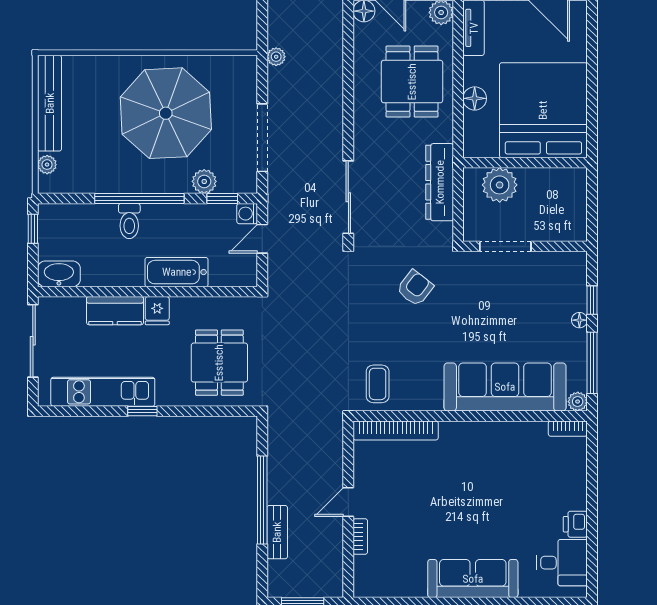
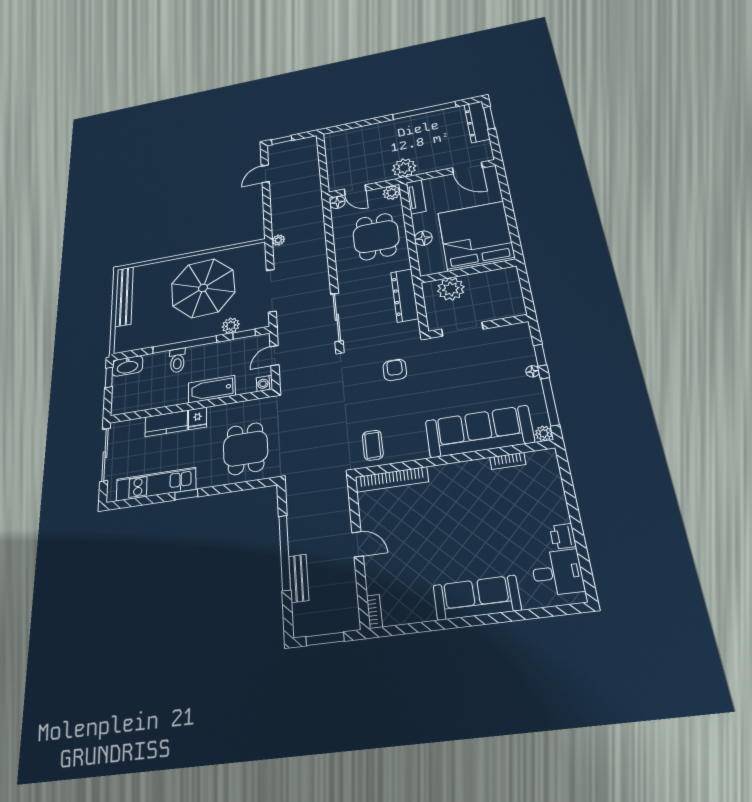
plant: (47, 165) -> (121, 334), removed
washing machine: (247, 214) -> (264, 383), moved
washbasin: (59, 274) -> (128, 366), moved, turned 180
armchair: (415, 288) -> (395, 370), turned -38
bookcase: (568, 429) -> (508, 461), moved
door: (348, 502) -> (358, 544), swing flipped
bookcase: (360, 537) -> (374, 612), moved

